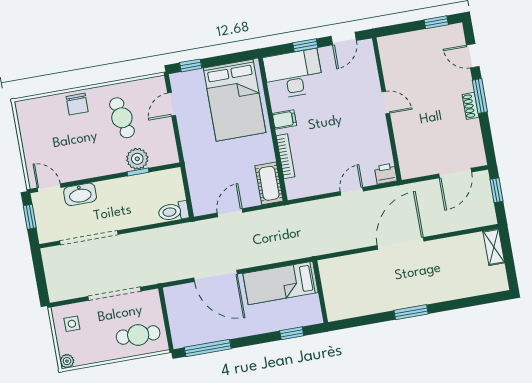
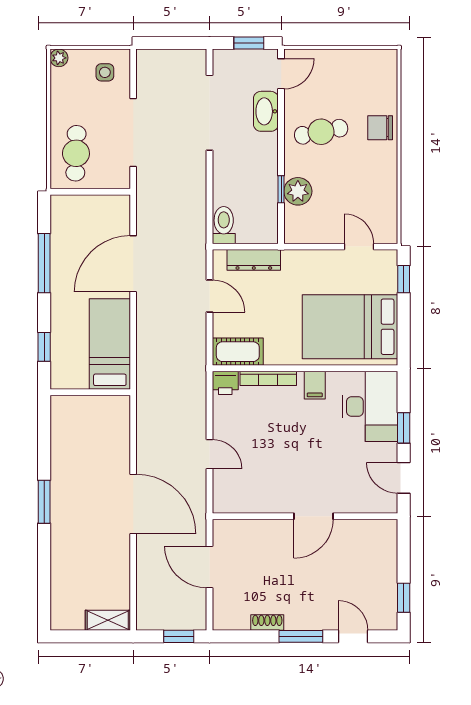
door: (473, 56) -> (353, 636), hinge flipped
door: (386, 103) -> (314, 516), width x1.38
shoe rack: (471, 106) -> (267, 622), moved
cafe table: (122, 118) -> (321, 132), moved
door: (455, 173) -> (209, 567), moved
printer: (386, 174) -> (225, 383), moved, turned 90
dresser: (196, 183) -> (254, 260), added
window: (208, 348) -> (44, 263), moved

